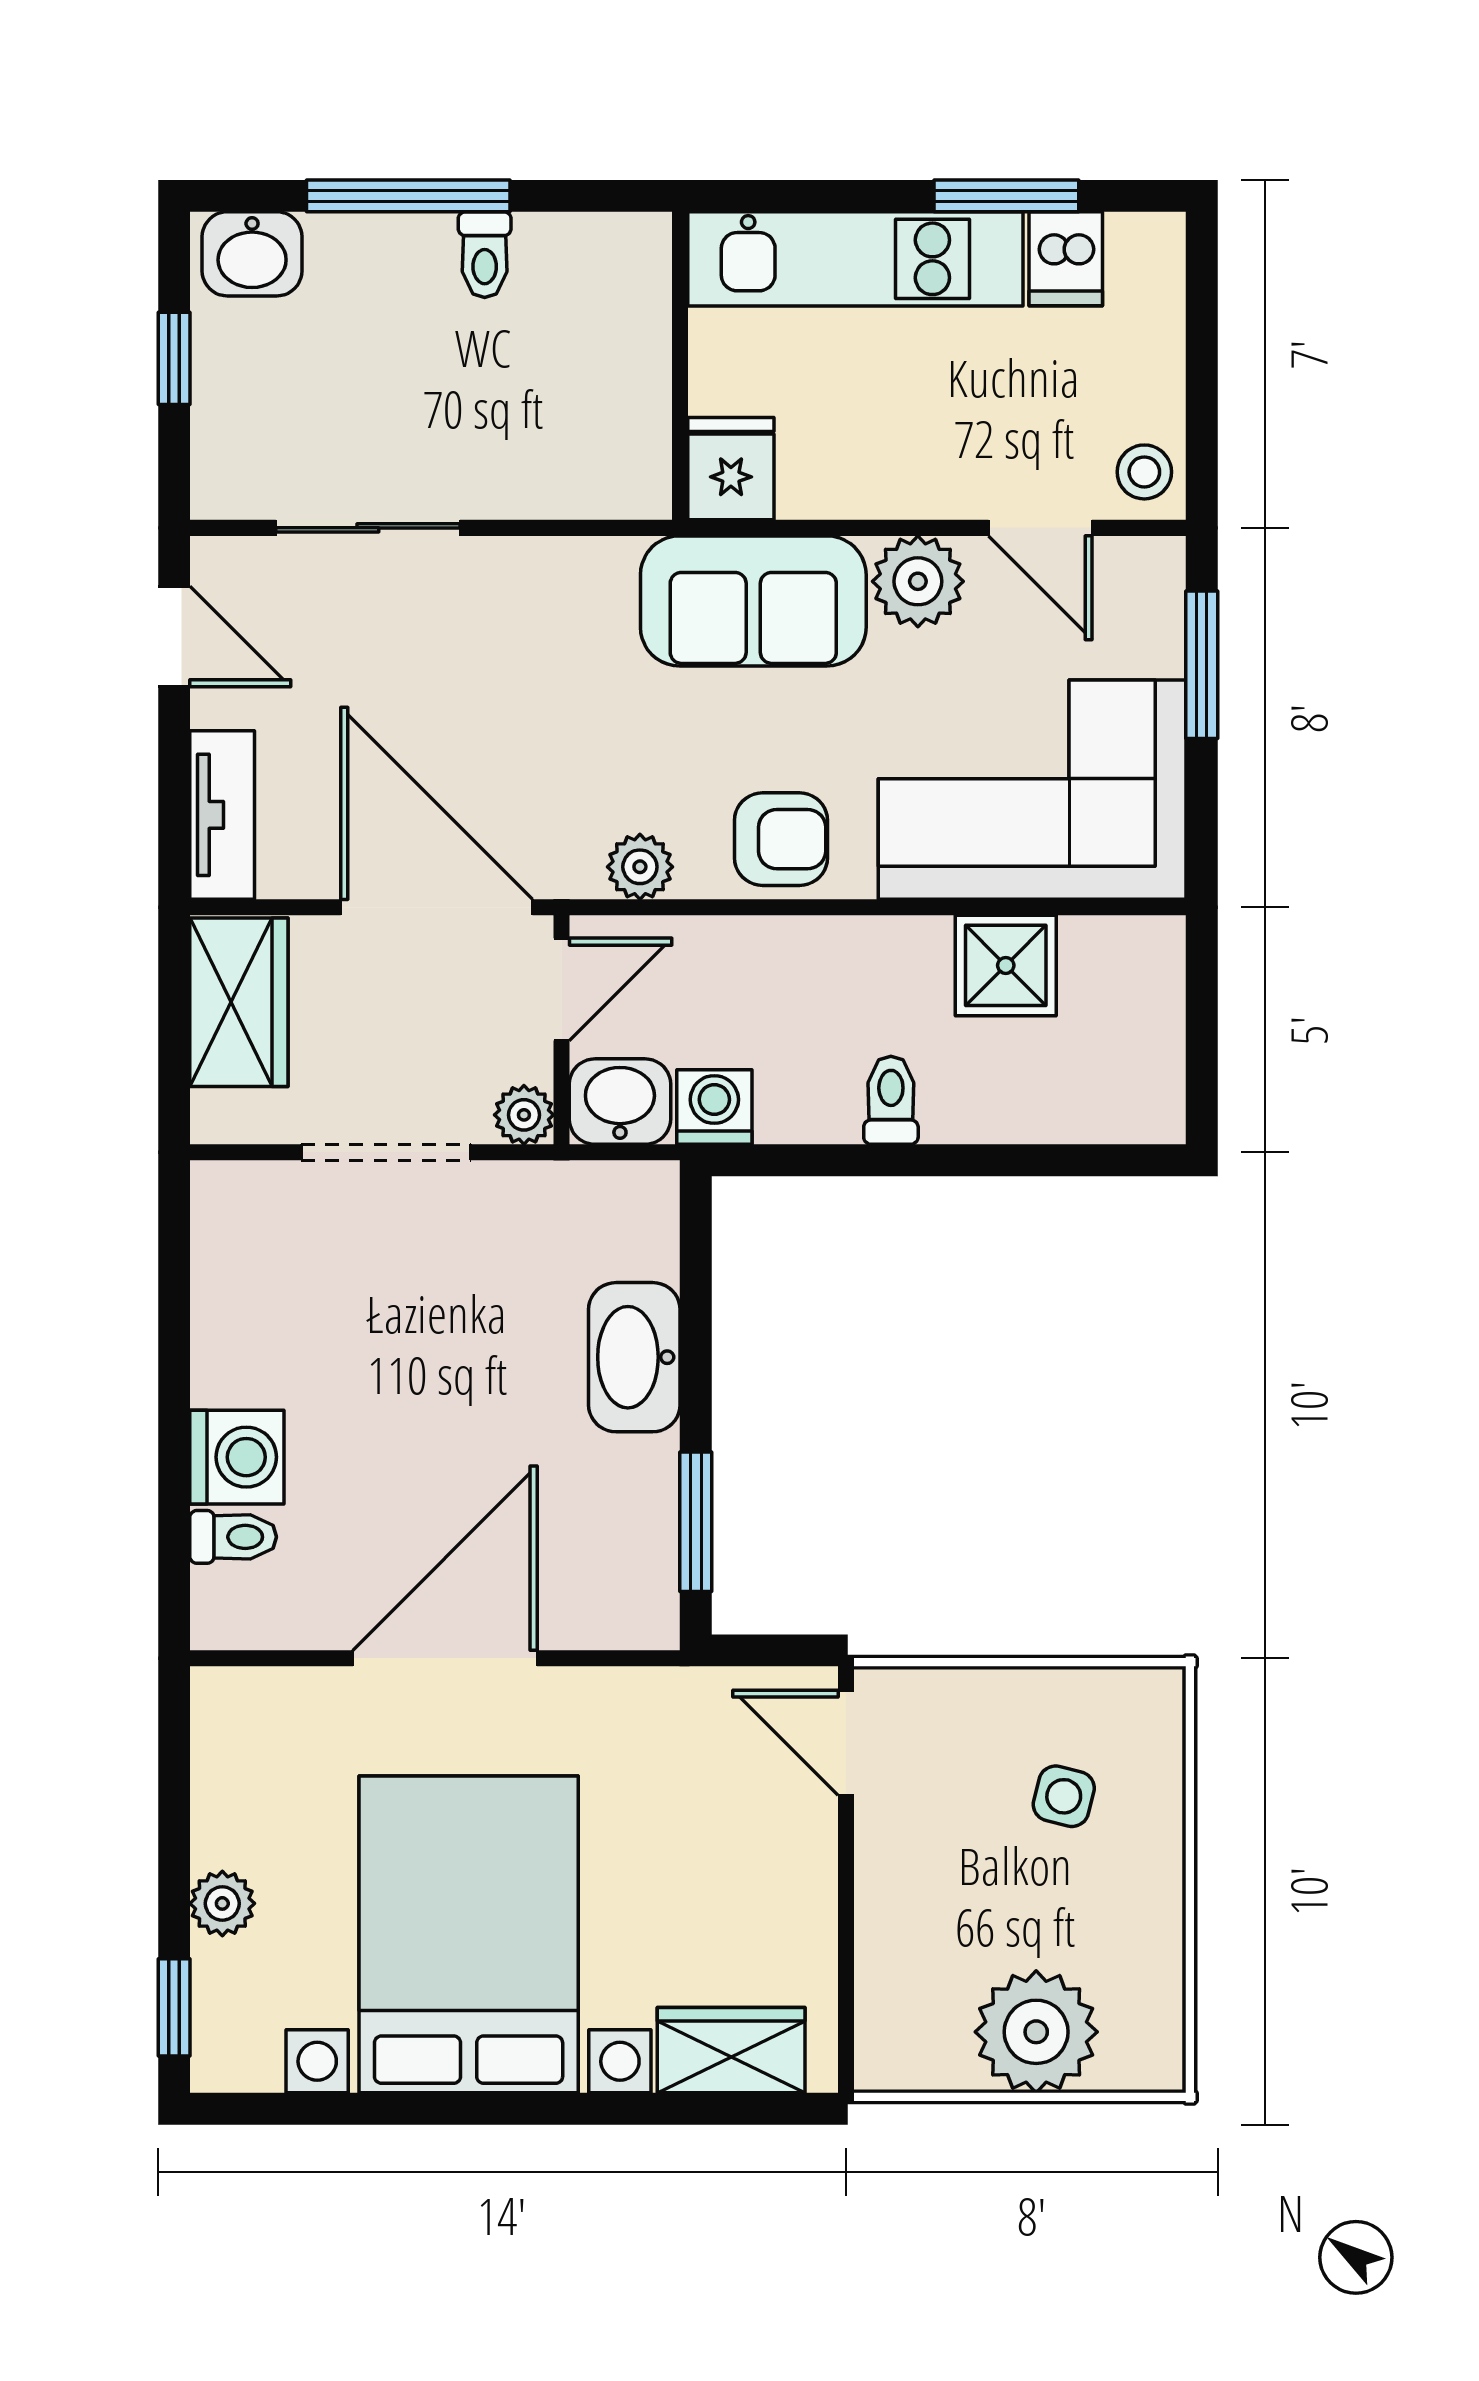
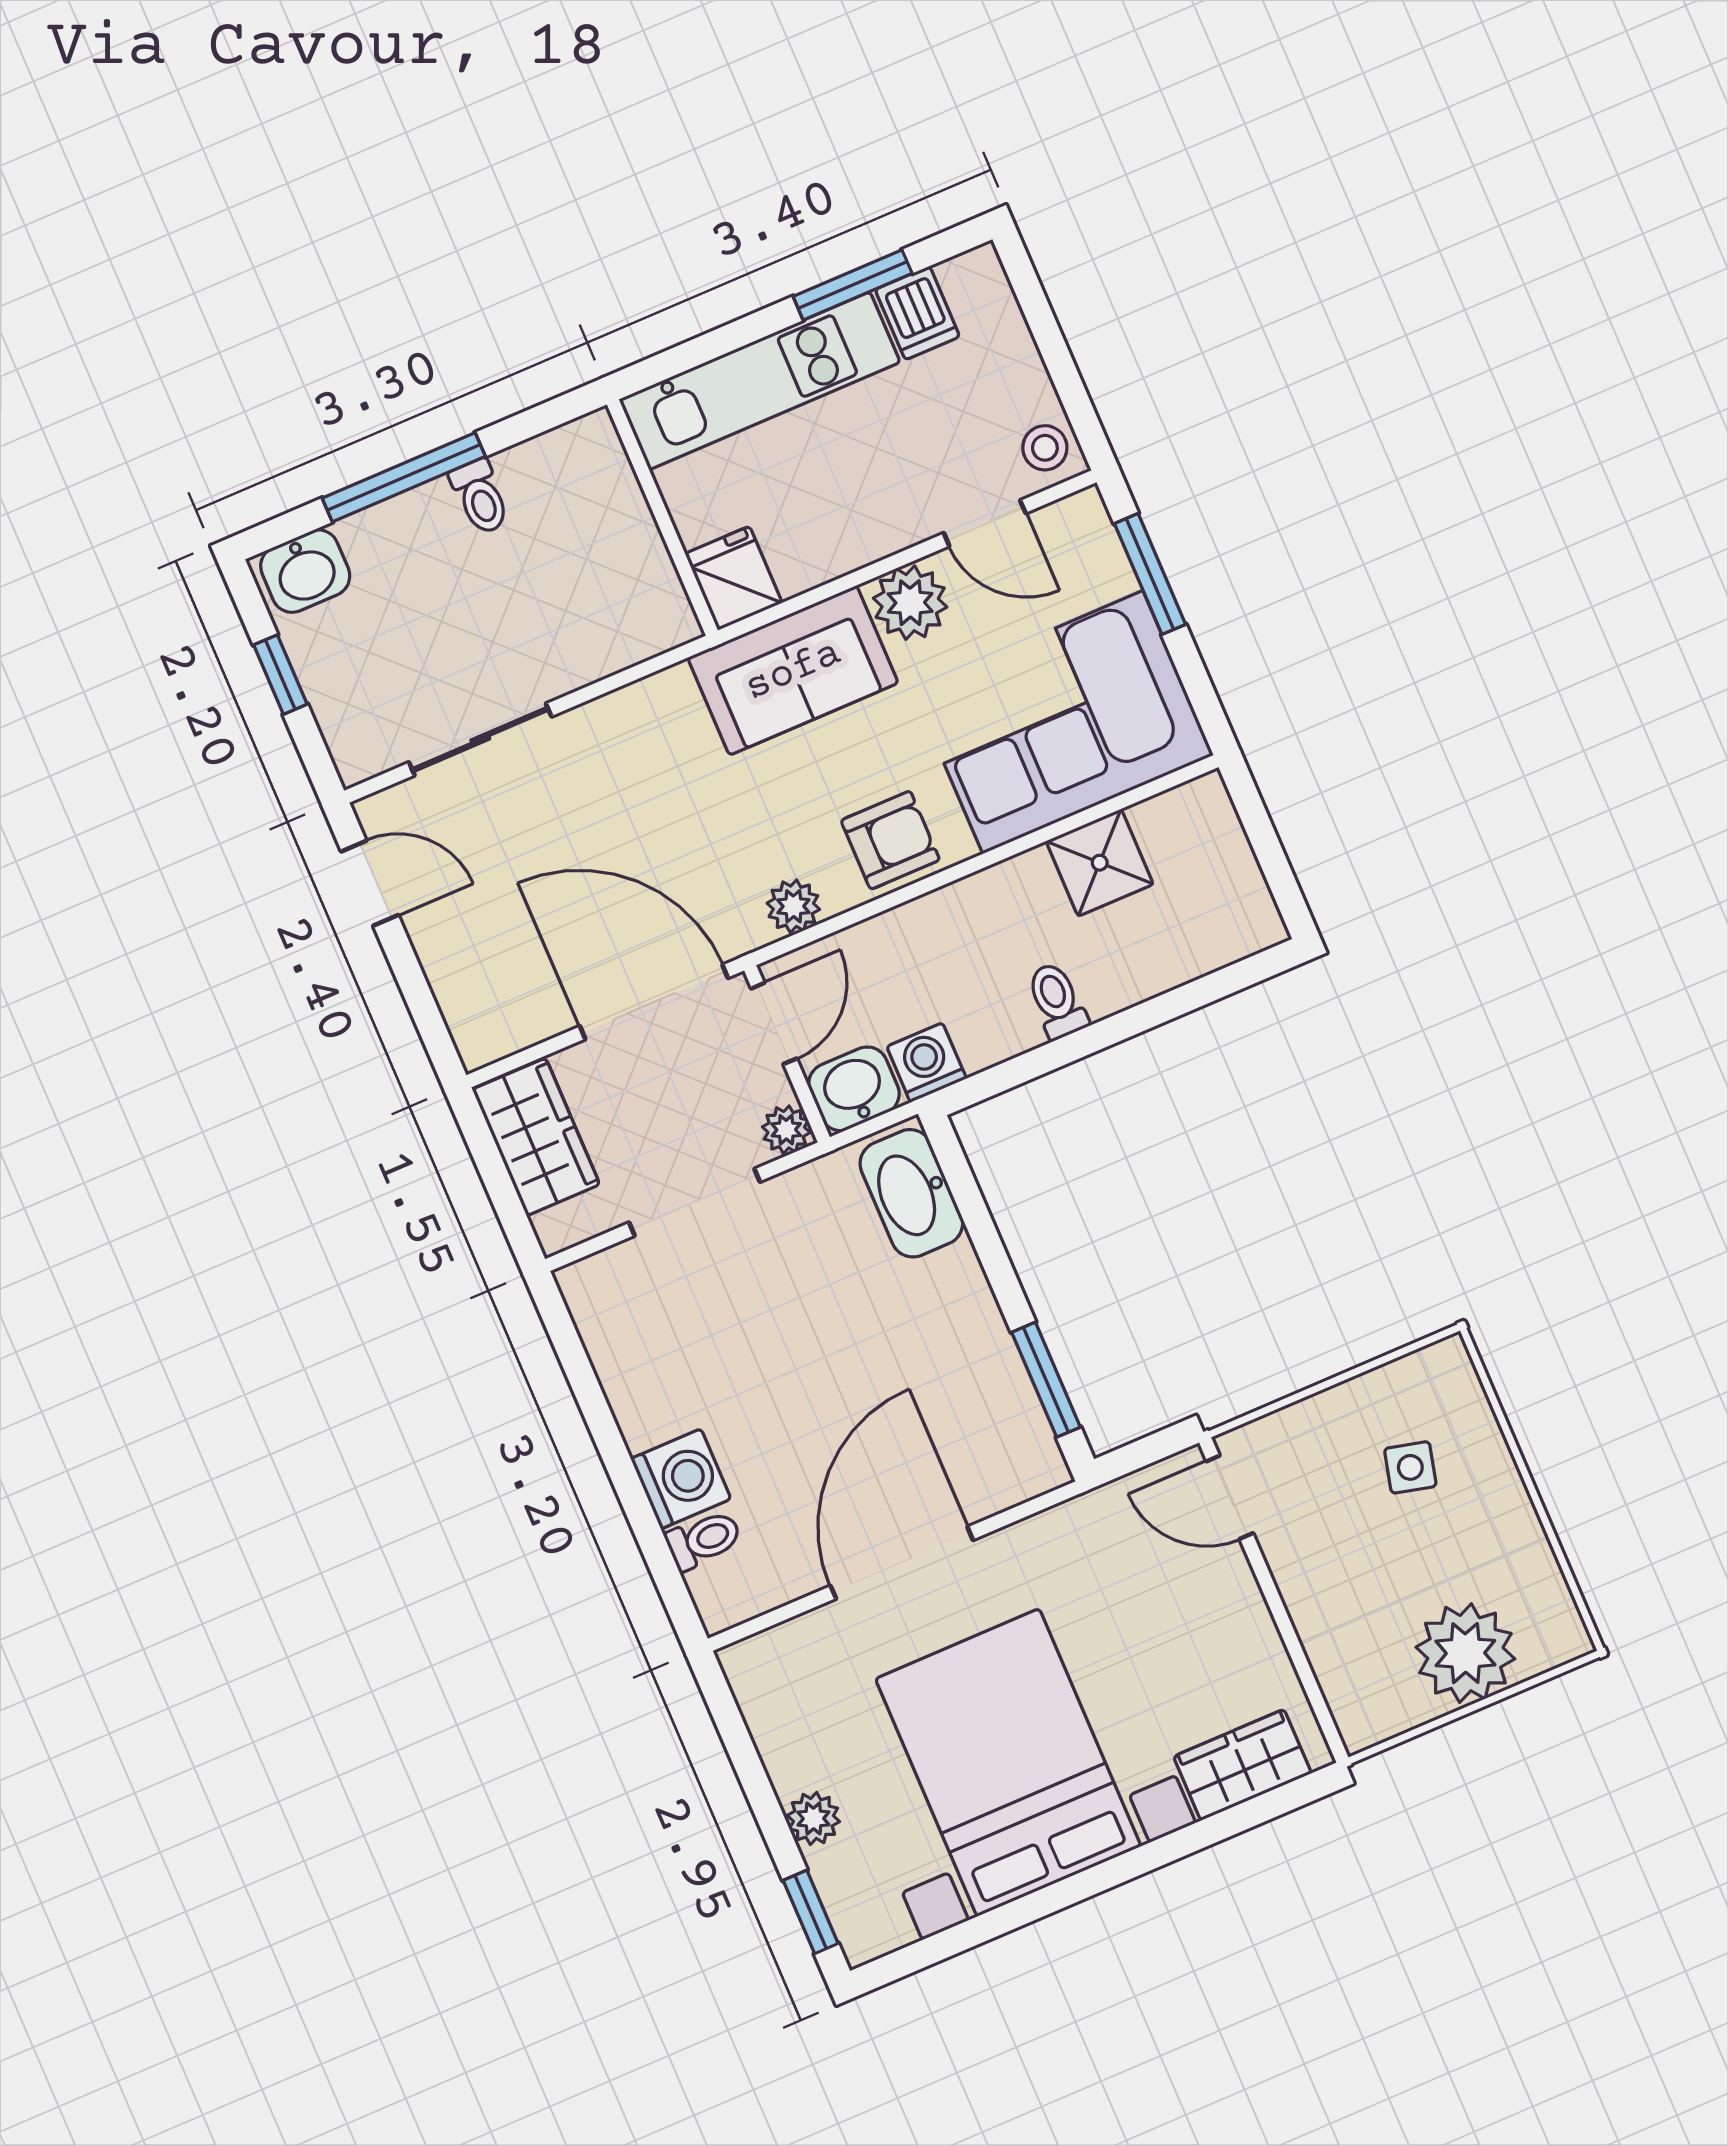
tv unit: (222, 815) -> (463, 1002), removed
washbasin: (634, 1357) -> (911, 1193), moved

